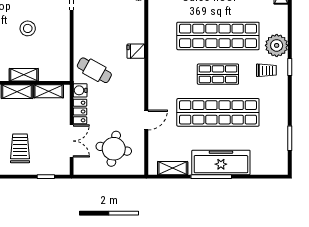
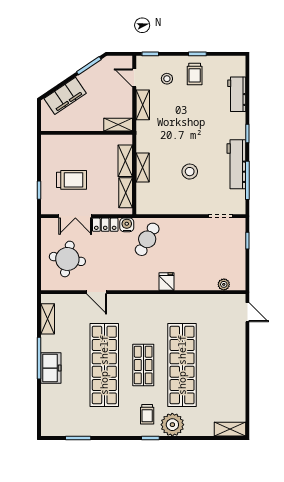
trolley: (20, 148) -> (71, 180), moved
freezer: (221, 162) -> (51, 368), width x0.52, depth x0.79

